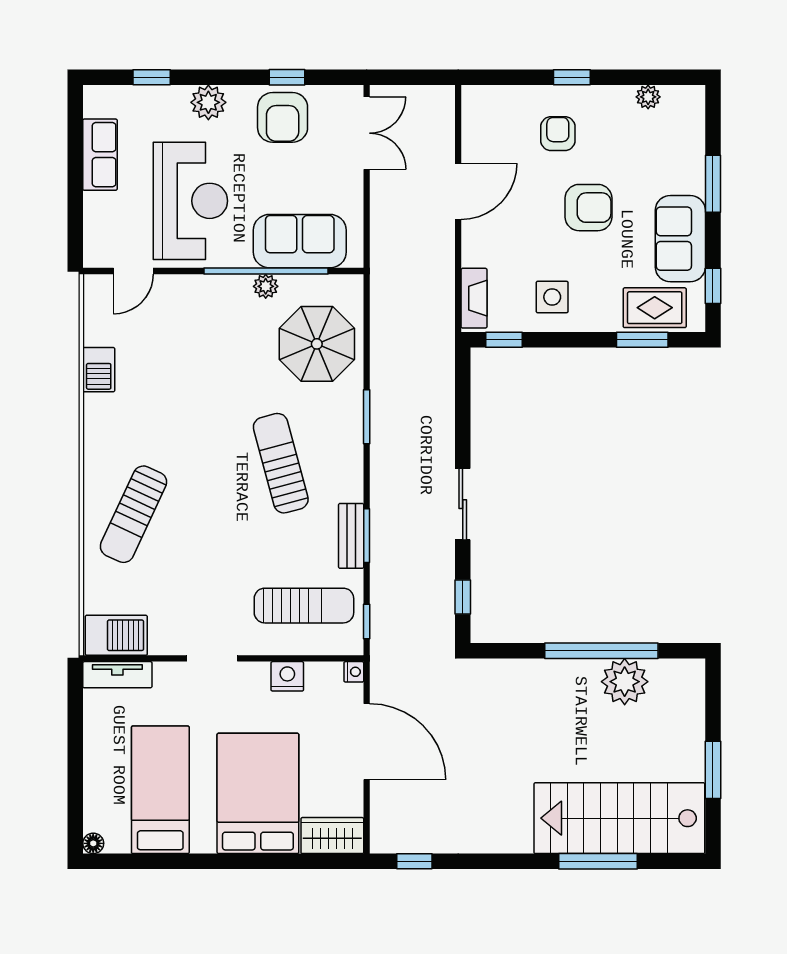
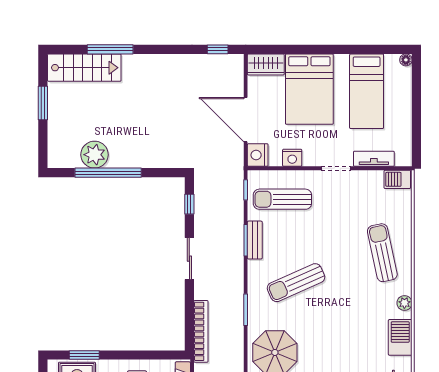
window: (504, 340) -> (165, 355), removed
barbecue: (99, 370) -> (400, 337), width x1.38, depth x1.27
bookcase: (443, 380) -> (201, 331), added
plant: (96, 428) -> (404, 303), added
sun lounger: (281, 463) -> (296, 283), turned 81
sun lounger: (133, 514) -> (382, 253), turned -37
barbecue: (116, 635) -> (397, 179), width x0.73, depth x0.79
nightstand: (354, 672) -> (258, 155), width x1.89, depth x1.79
tv unit: (117, 675) -> (374, 159), moved
stairs: (619, 818) -> (84, 68), width x0.73, depth x0.66

